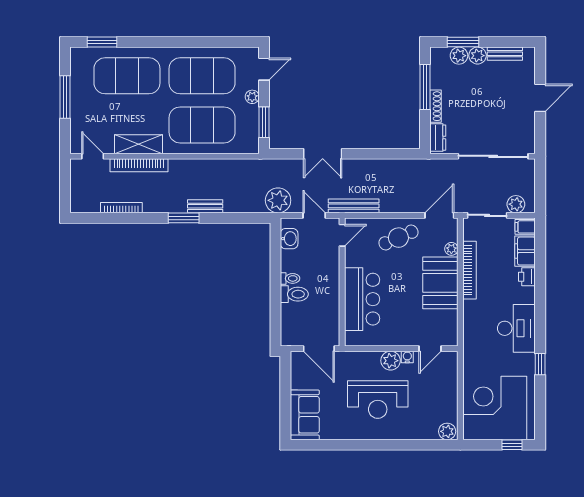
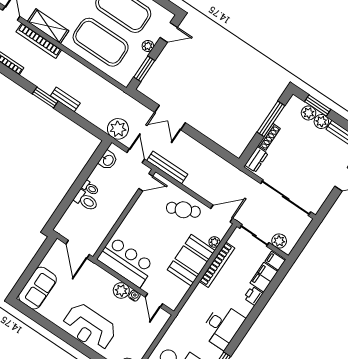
bar counter: (362, 299) -> (126, 262), moved, turned -90
door: (430, 349) -> (154, 300), hinge flipped
reception desk: (378, 399) -> (89, 327), moved

